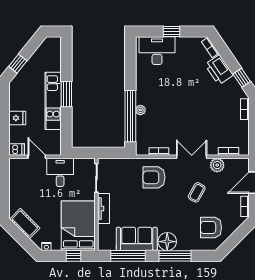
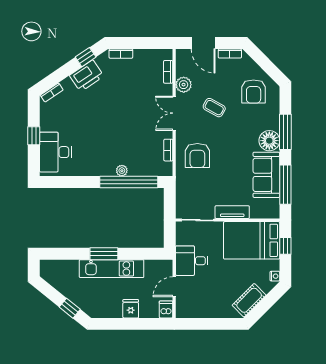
printer: (219, 70) -> (87, 76), moved

